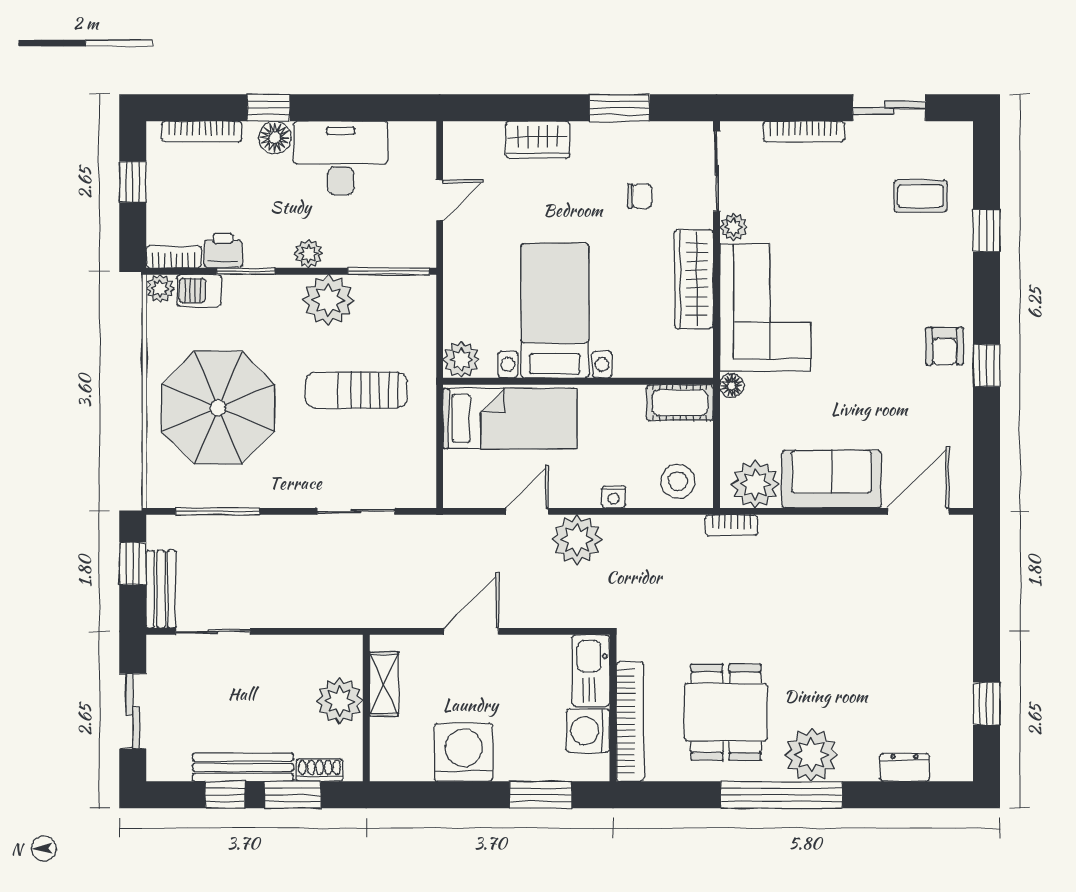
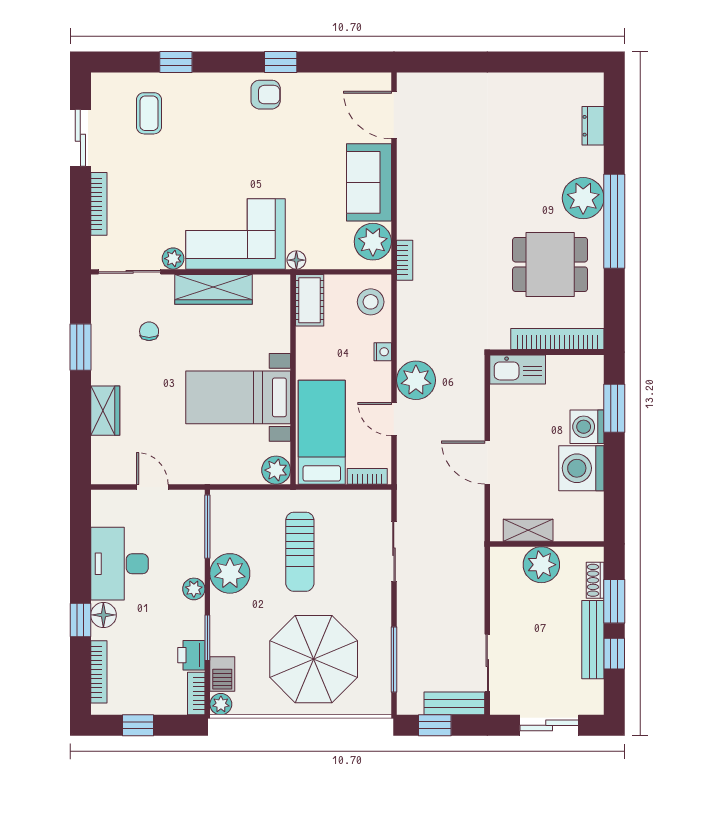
bookcase: (453, 477) -> (367, 476), added
window: (987, 704) -> (543, 62), removed
washing machine: (588, 731) -> (587, 427), moved, turned 90

